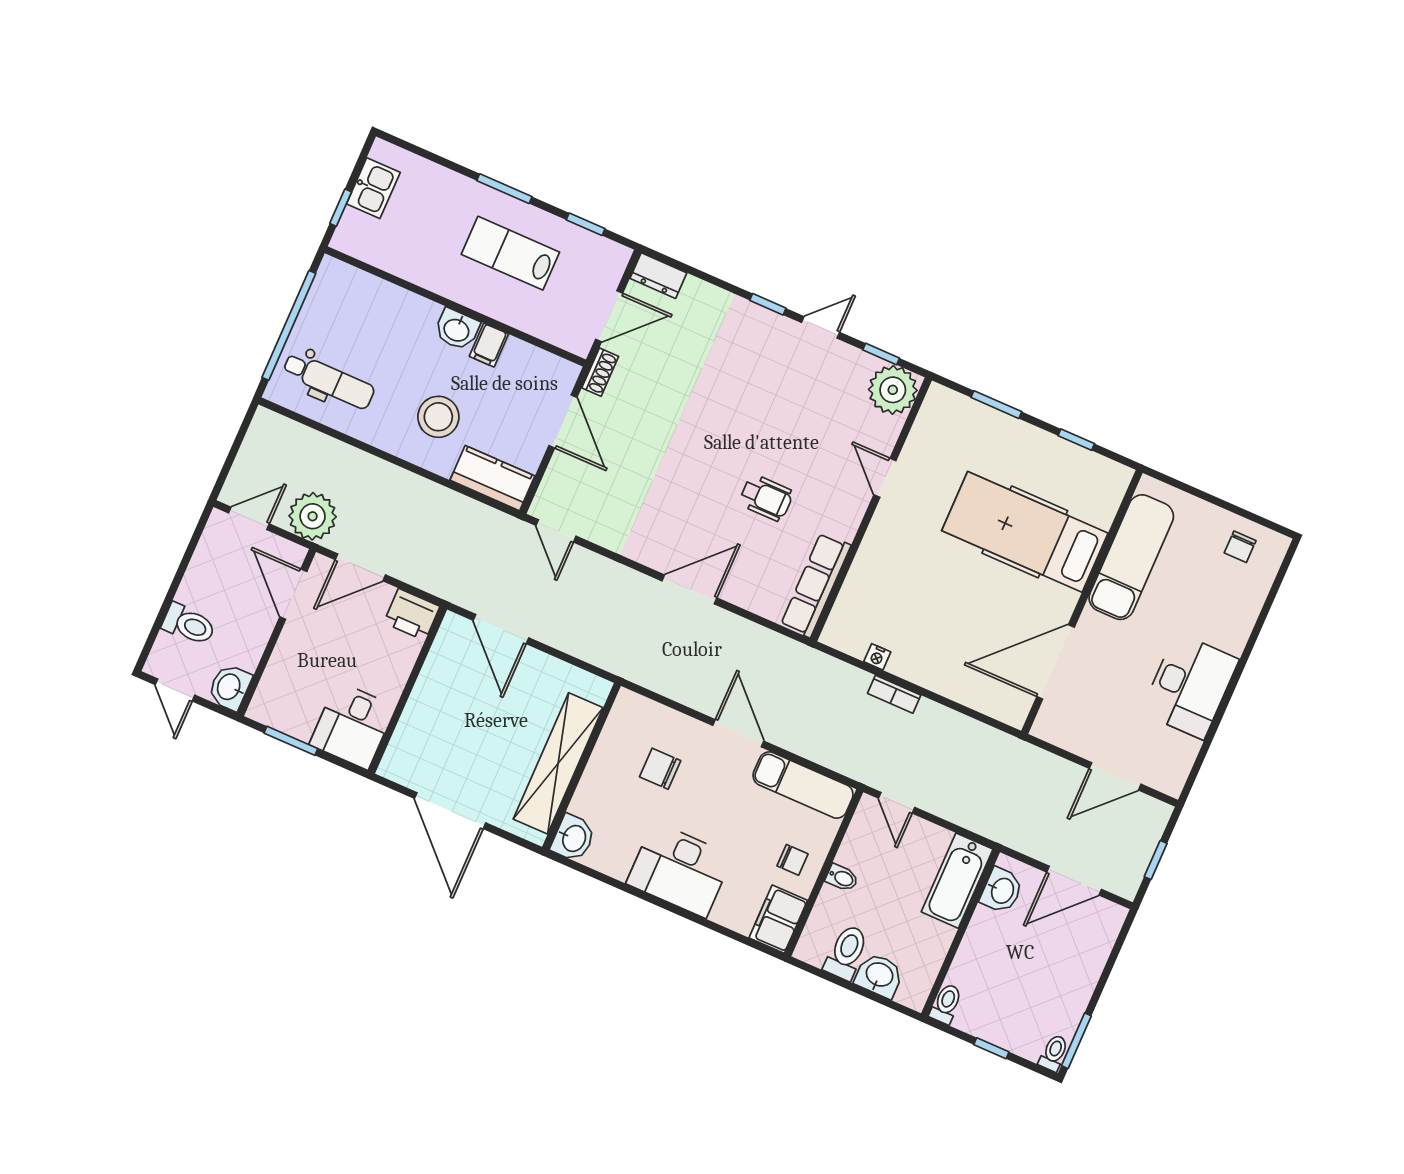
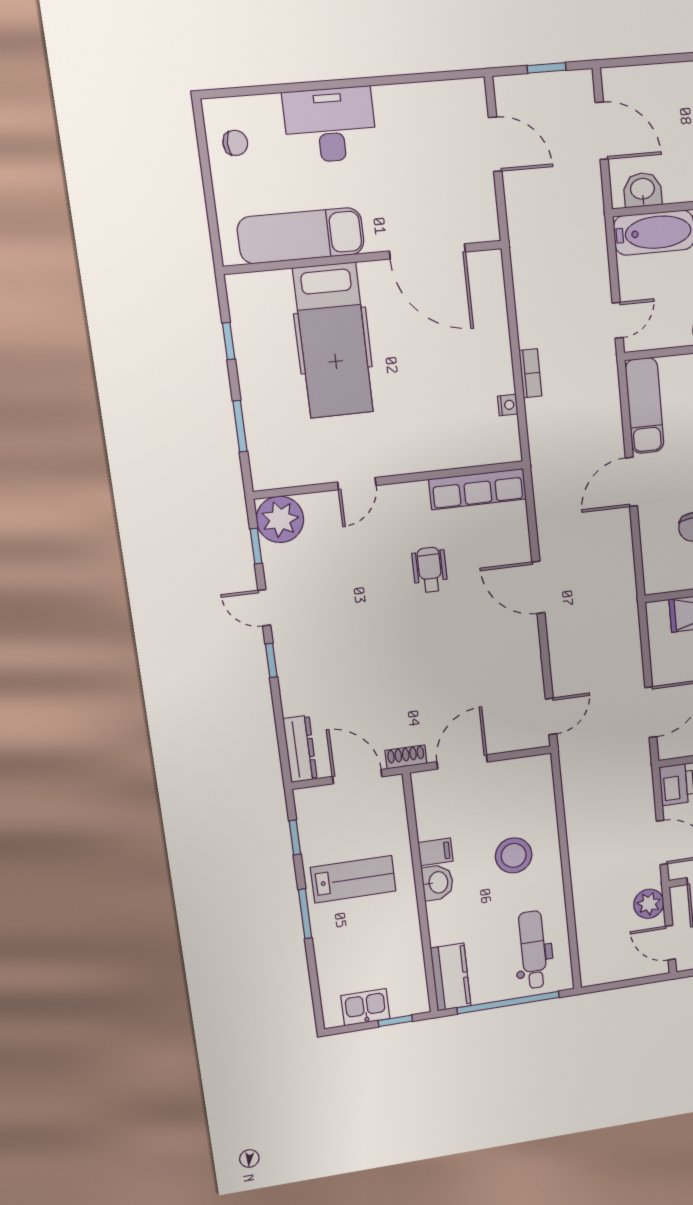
lab bench: (510, 253) -> (353, 879), turned -90
dresser: (658, 276) -> (300, 749), width x1.44
kitchen counter: (492, 478) -> (451, 977), moved, turned 180
plant: (313, 516) -> (649, 904), width x0.73, depth x0.73
desk: (1190, 686) -> (330, 125), moved

